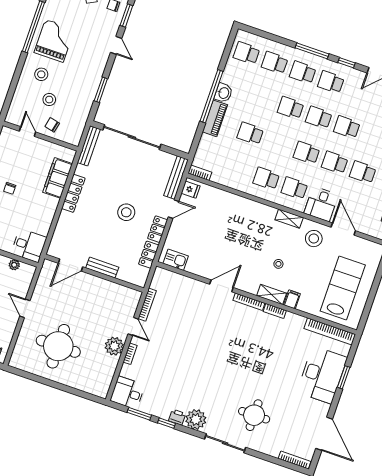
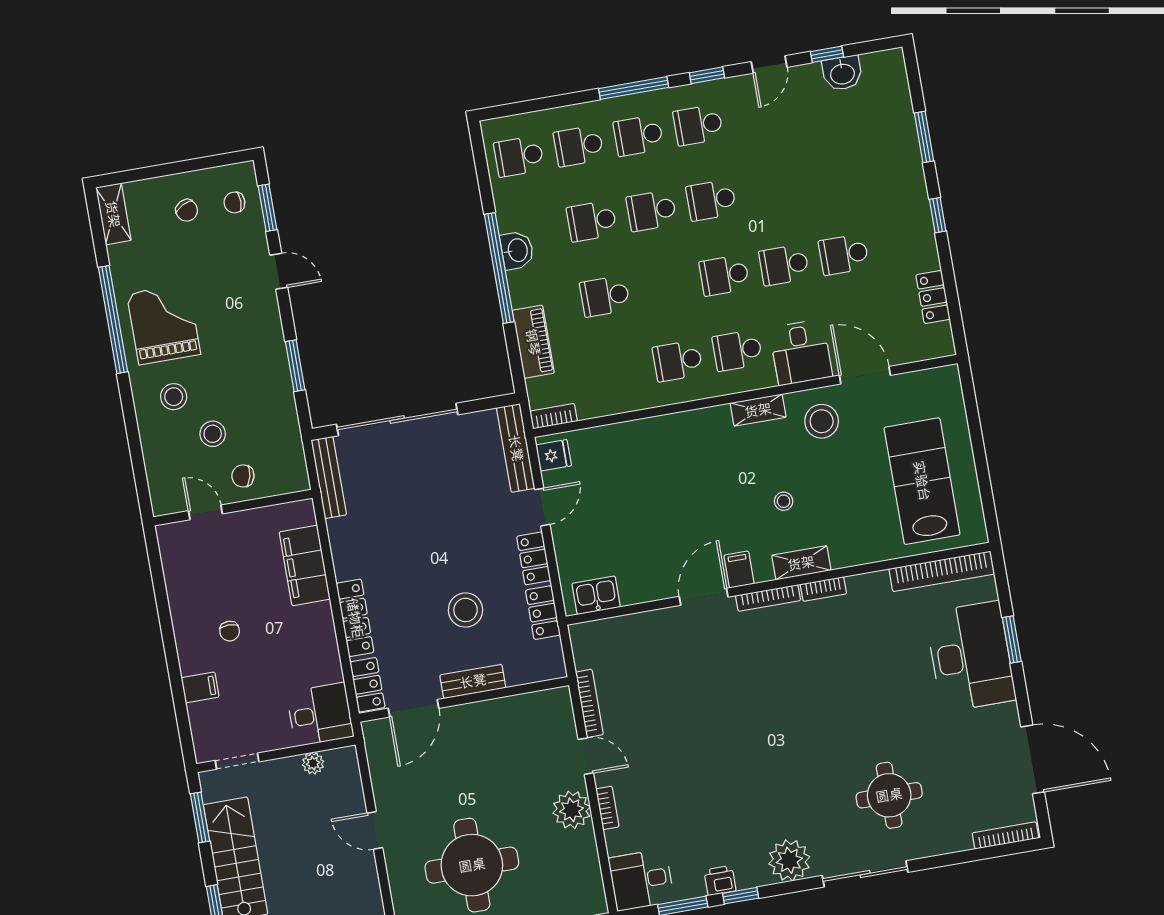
piano: (215, 118) -> (533, 342), moved
school desk: (347, 127) -> (592, 221), moved
locker: (73, 193) -> (355, 618), moved
stool: (126, 212) -> (466, 610), moved
locker: (56, 244) -> (367, 685), added
filing cabinet: (292, 299) -> (739, 569), moved
printer: (177, 417) -> (720, 881), moved

